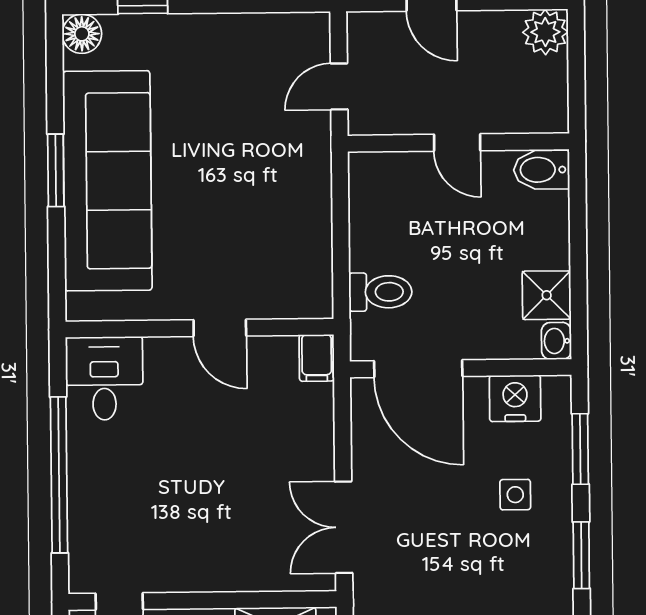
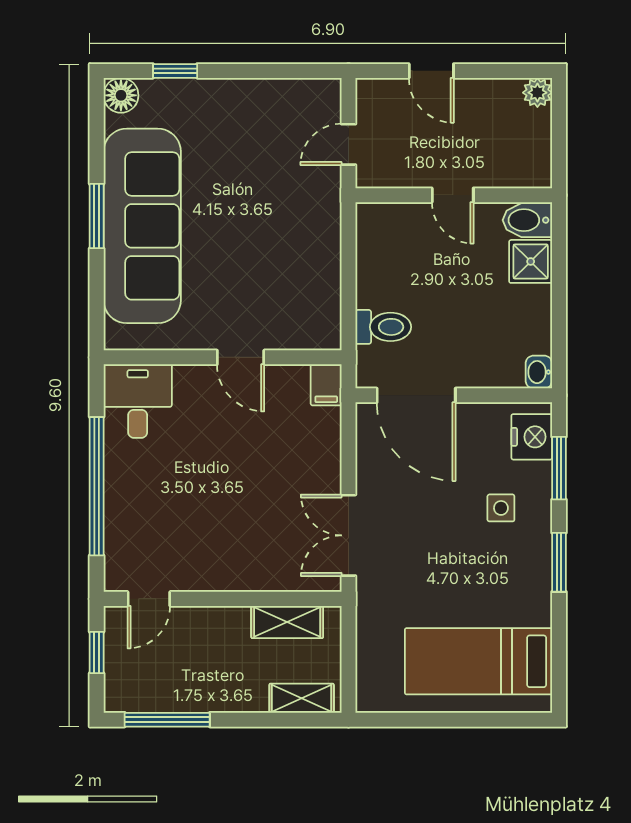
plant: (545, 32) -> (537, 93), width x0.73, depth x0.73
shower: (547, 295) -> (531, 261), moved
nightstand: (515, 398) -> (532, 437), moved, turned 90

